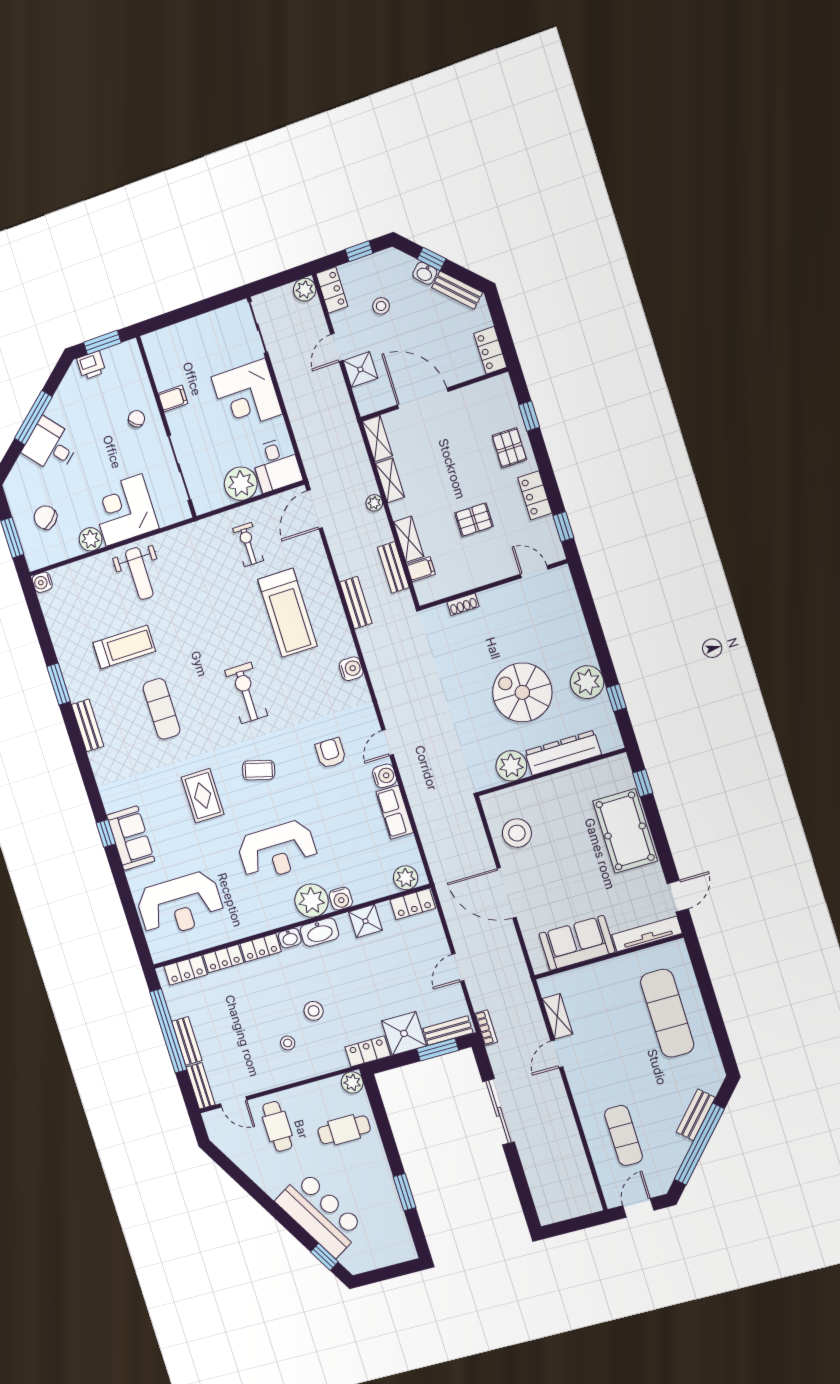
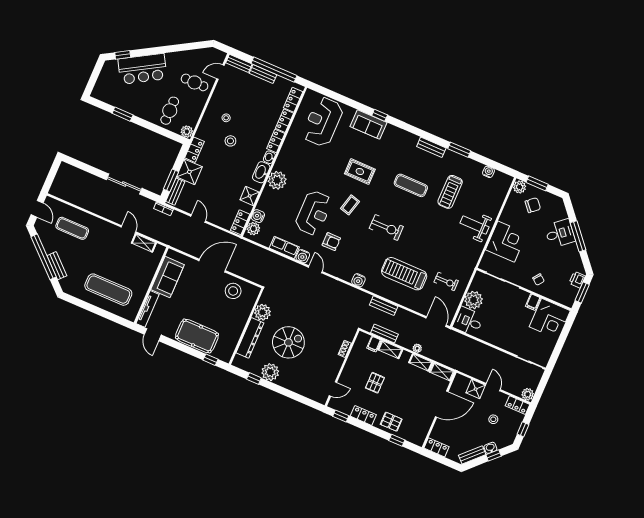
corner desk: (247, 395) -> (550, 319), moved, turned 180
plant: (91, 539) -> (520, 187), moved
water cooler: (42, 582) -> (488, 172), moved
reception desk: (277, 851) -> (314, 213), moved, turned 180
water cooler: (341, 899) -> (258, 216), moved

